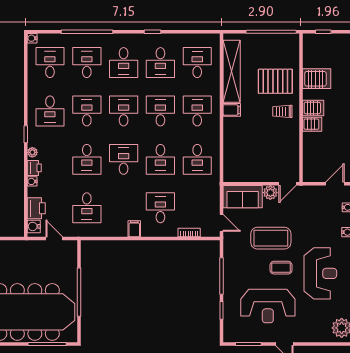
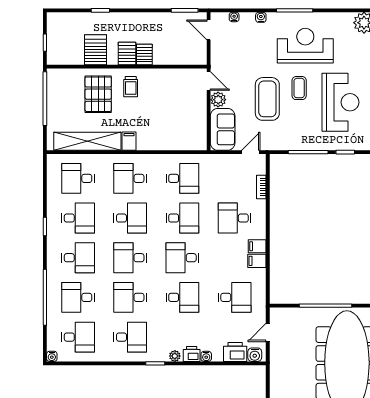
desk: (50, 63) -> (78, 337), turned 180
desk: (160, 111) -> (130, 218), turned 180
filing cabinet: (121, 228) -> (257, 261), added

